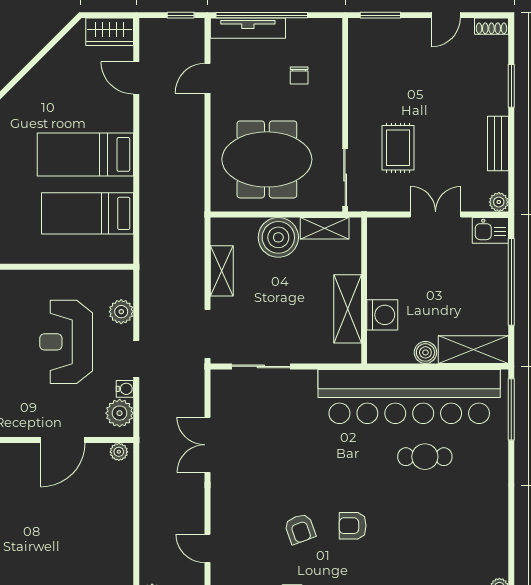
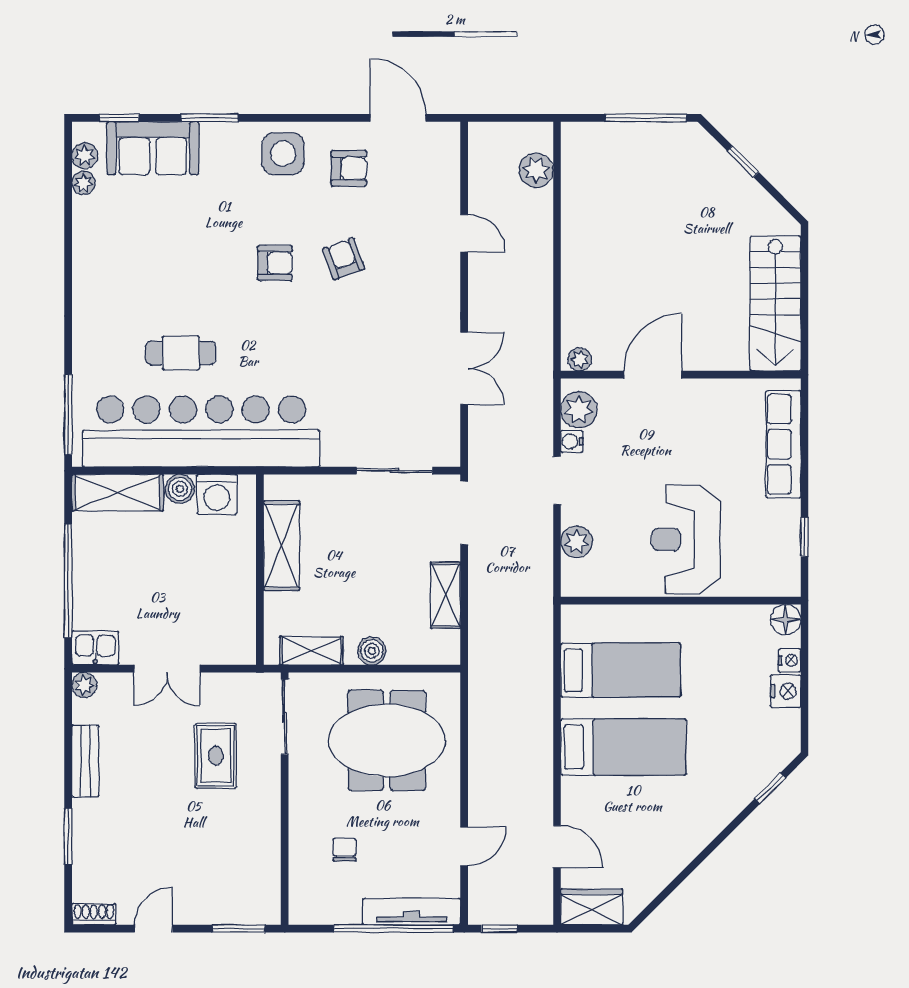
boiler: (278, 237) -> (372, 651), width x0.54, depth x0.54
washing machine: (382, 315) -> (217, 494), moved, turned -90
reception desk: (66, 342) -> (686, 539), moved, turned 180

